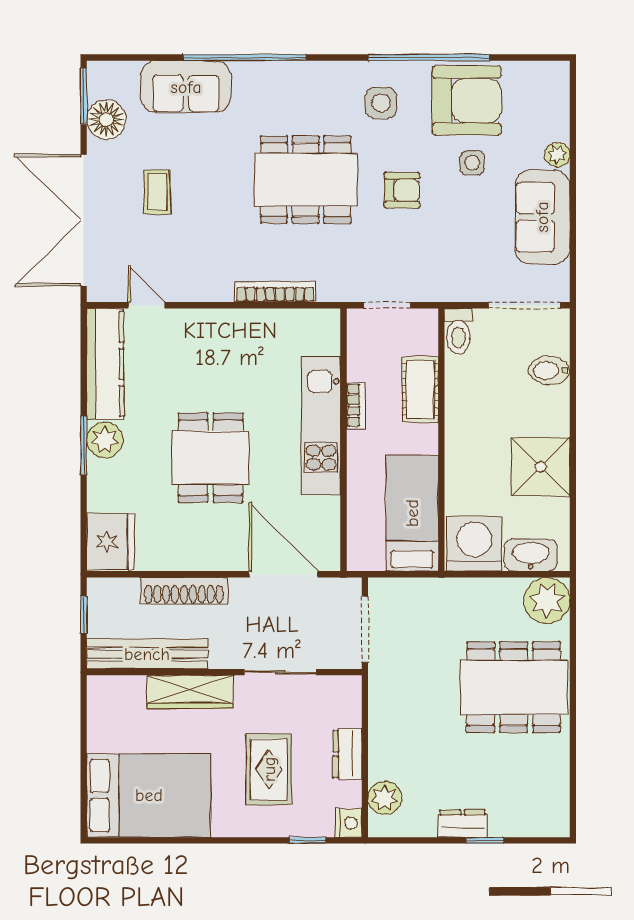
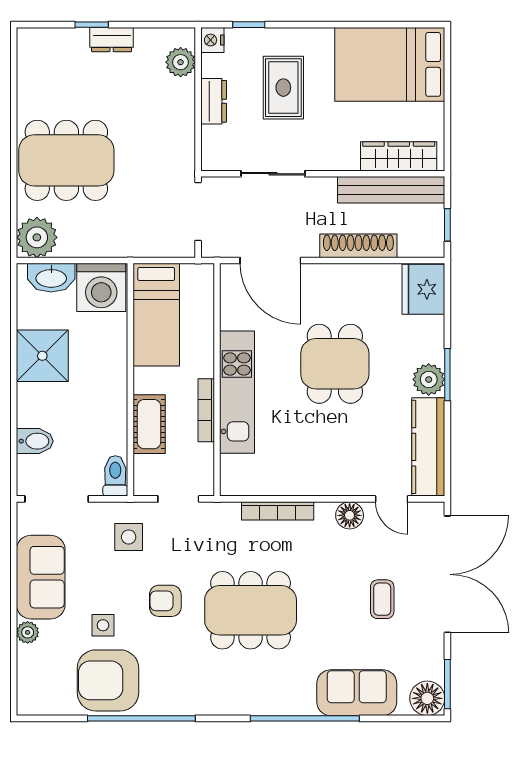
side table: (381, 103) -> (129, 537), moved
floor lamp: (106, 120) -> (427, 698), moved
floor lamp: (194, 287) -> (350, 515), added
bookcase: (356, 405) -> (206, 410), width x1.56
wardrobe: (190, 692) -> (399, 156), moved

